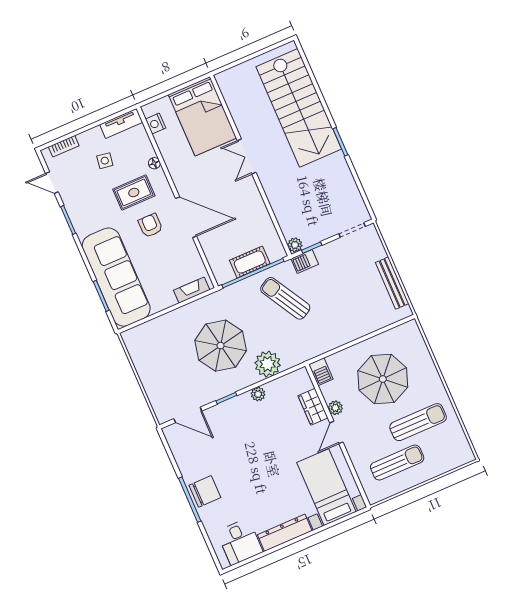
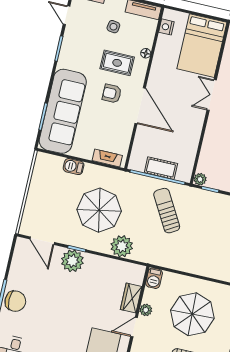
armchair: (150, 225) -> (112, 94), turned -90
barbecue: (305, 262) -> (74, 167), moved
plant: (258, 394) -> (72, 261), moved, width x1.87, depth x1.87

